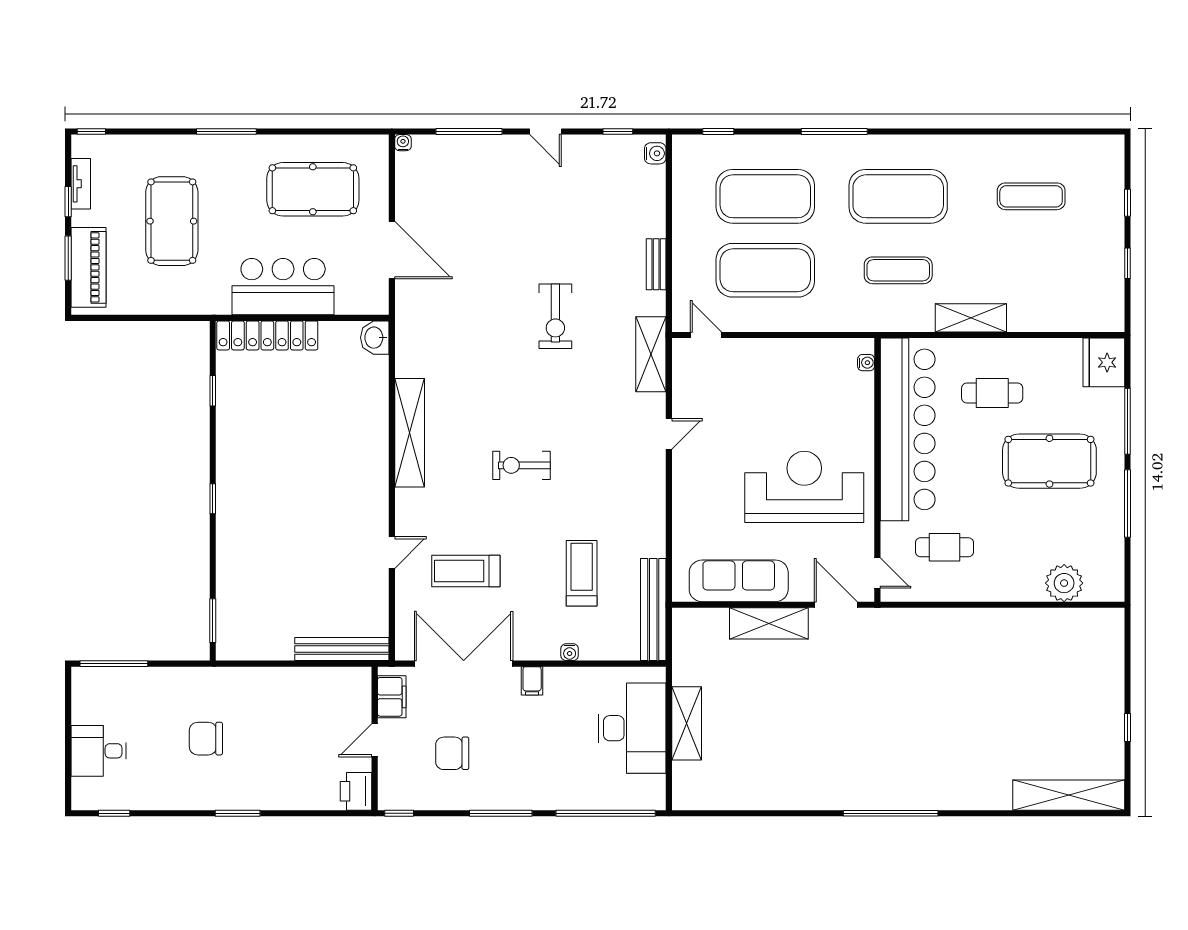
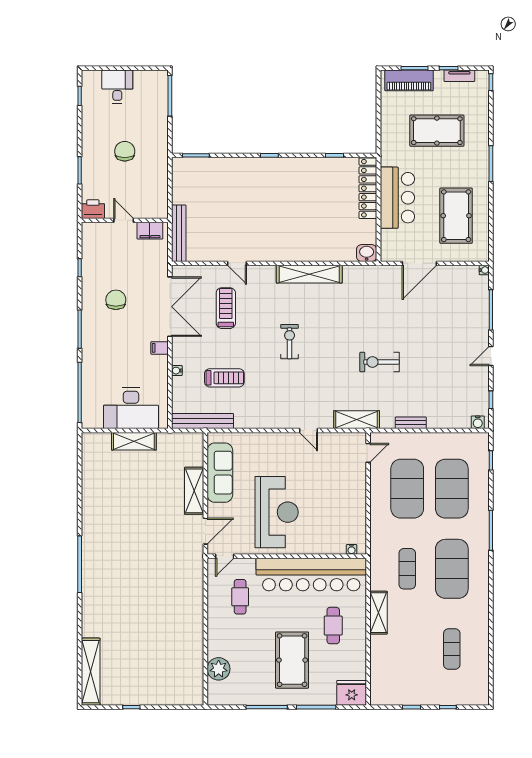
filing cabinet: (392, 697) -> (150, 231), moved
wall: (375, 738) -> (125, 220), moved
door: (375, 740) -> (124, 220), moved
printer: (356, 791) -> (93, 209), moved

